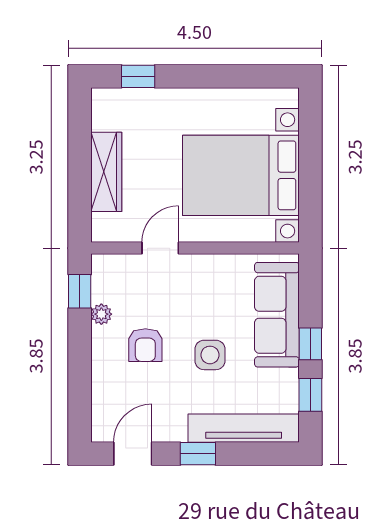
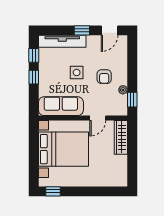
window: (138, 76) -> (53, 191), moved
wardrobe: (106, 172) -> (121, 137), moved
sofa: (277, 315) -> (61, 106), moved, turned -90
armchair: (145, 345) -> (104, 77), turned 180

